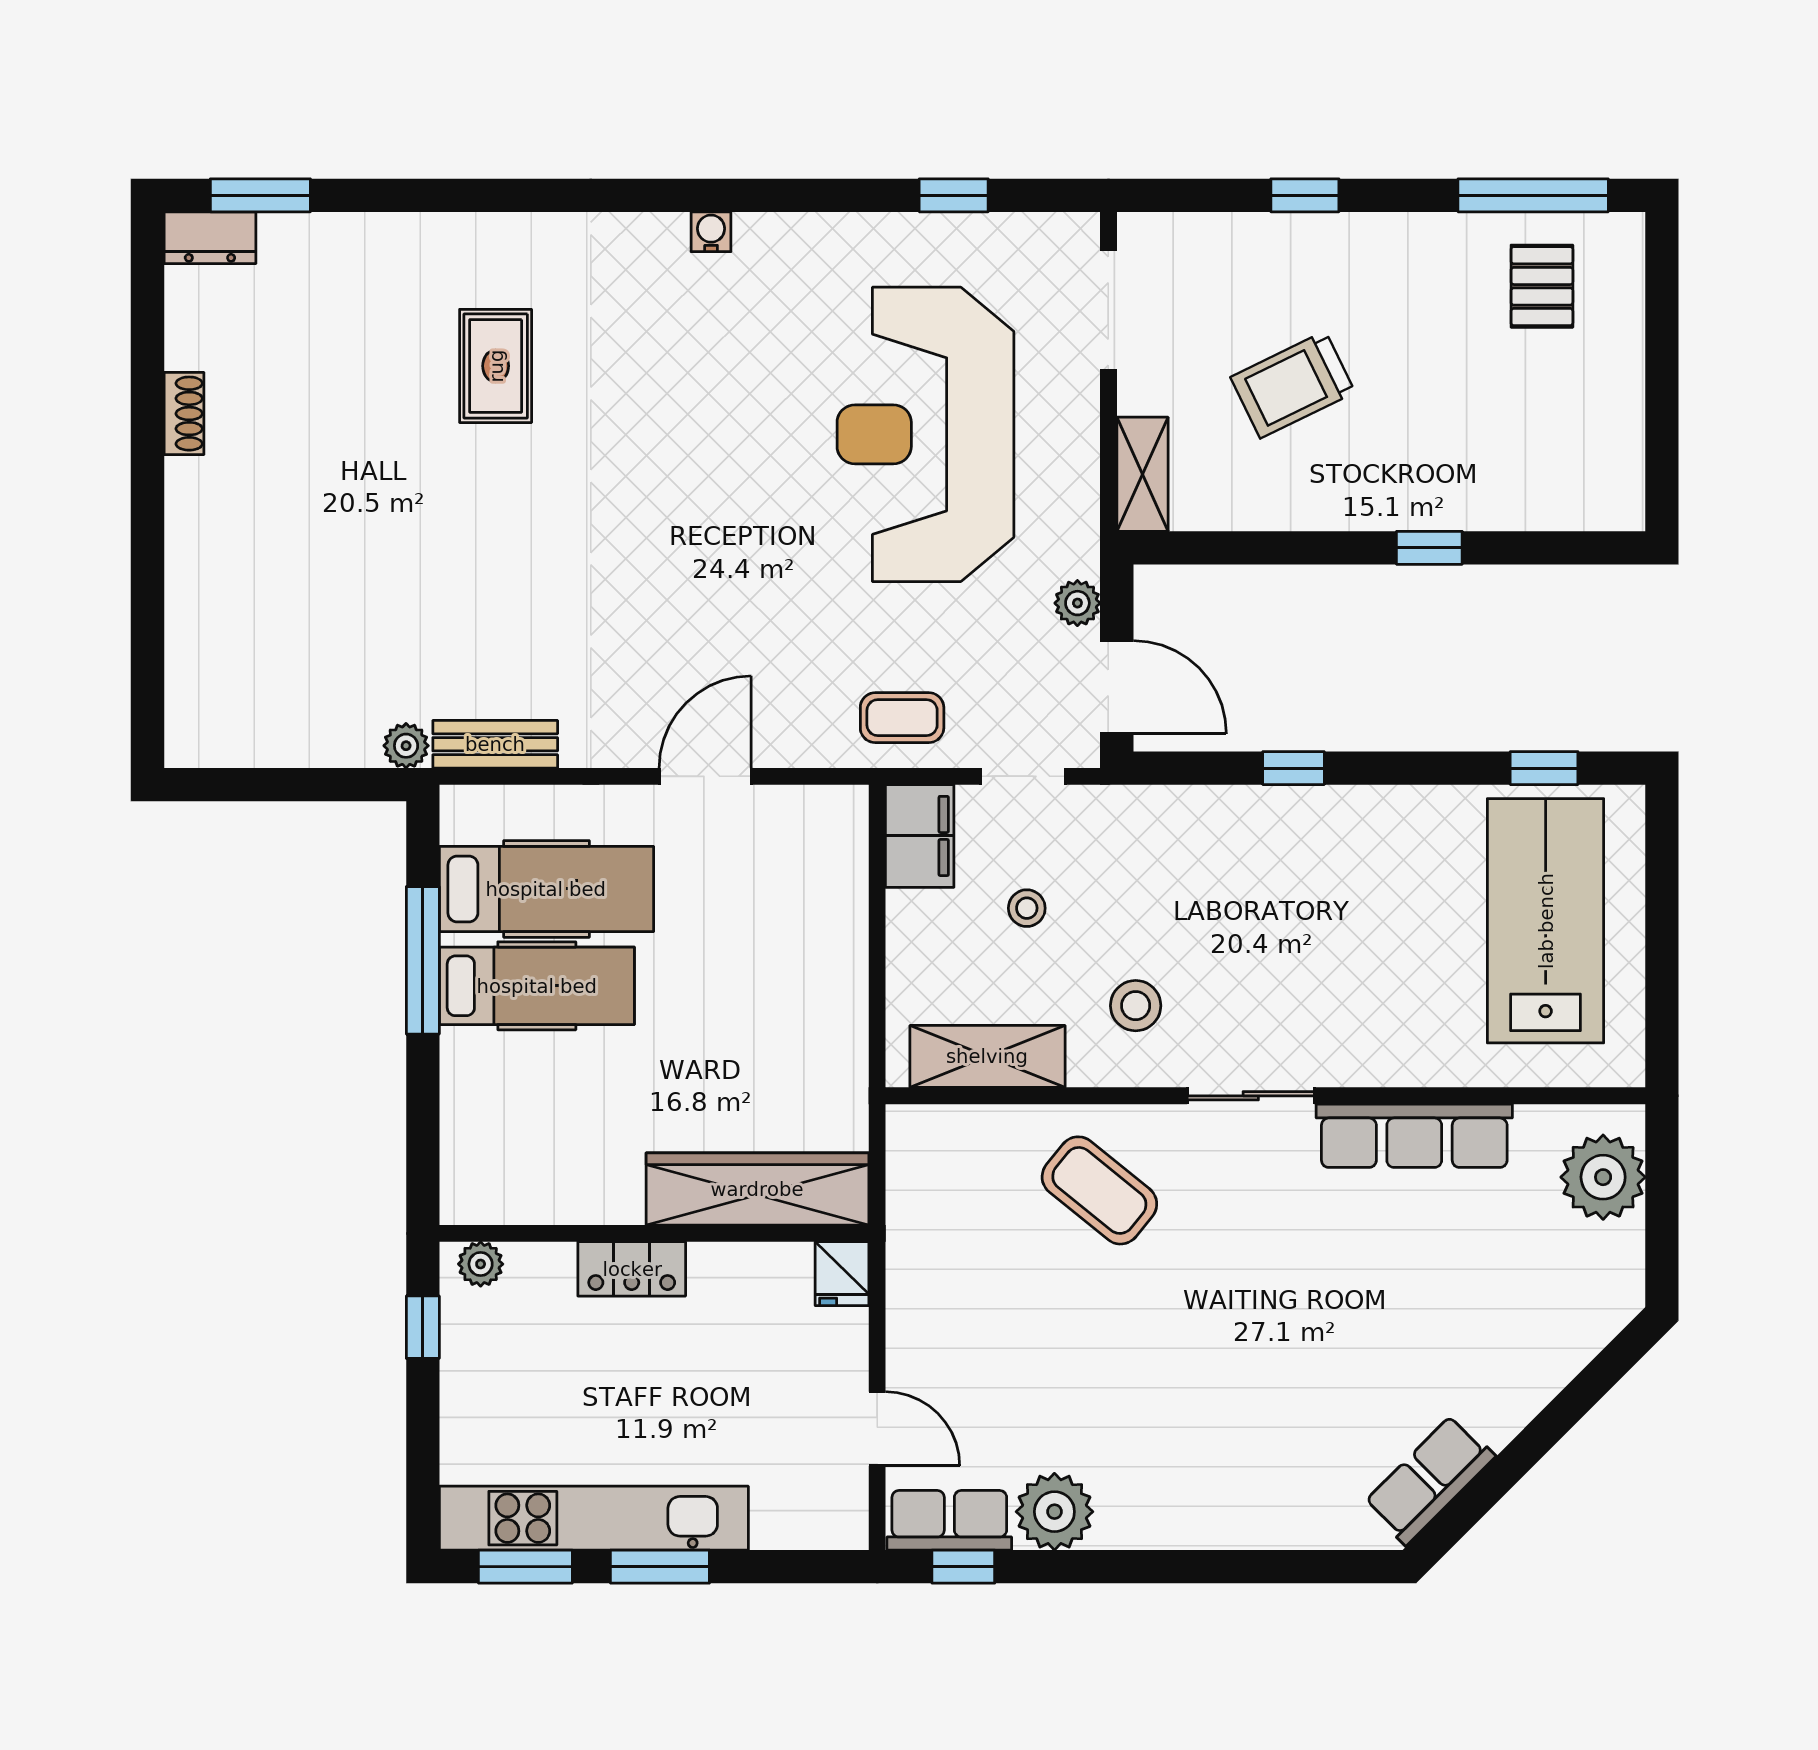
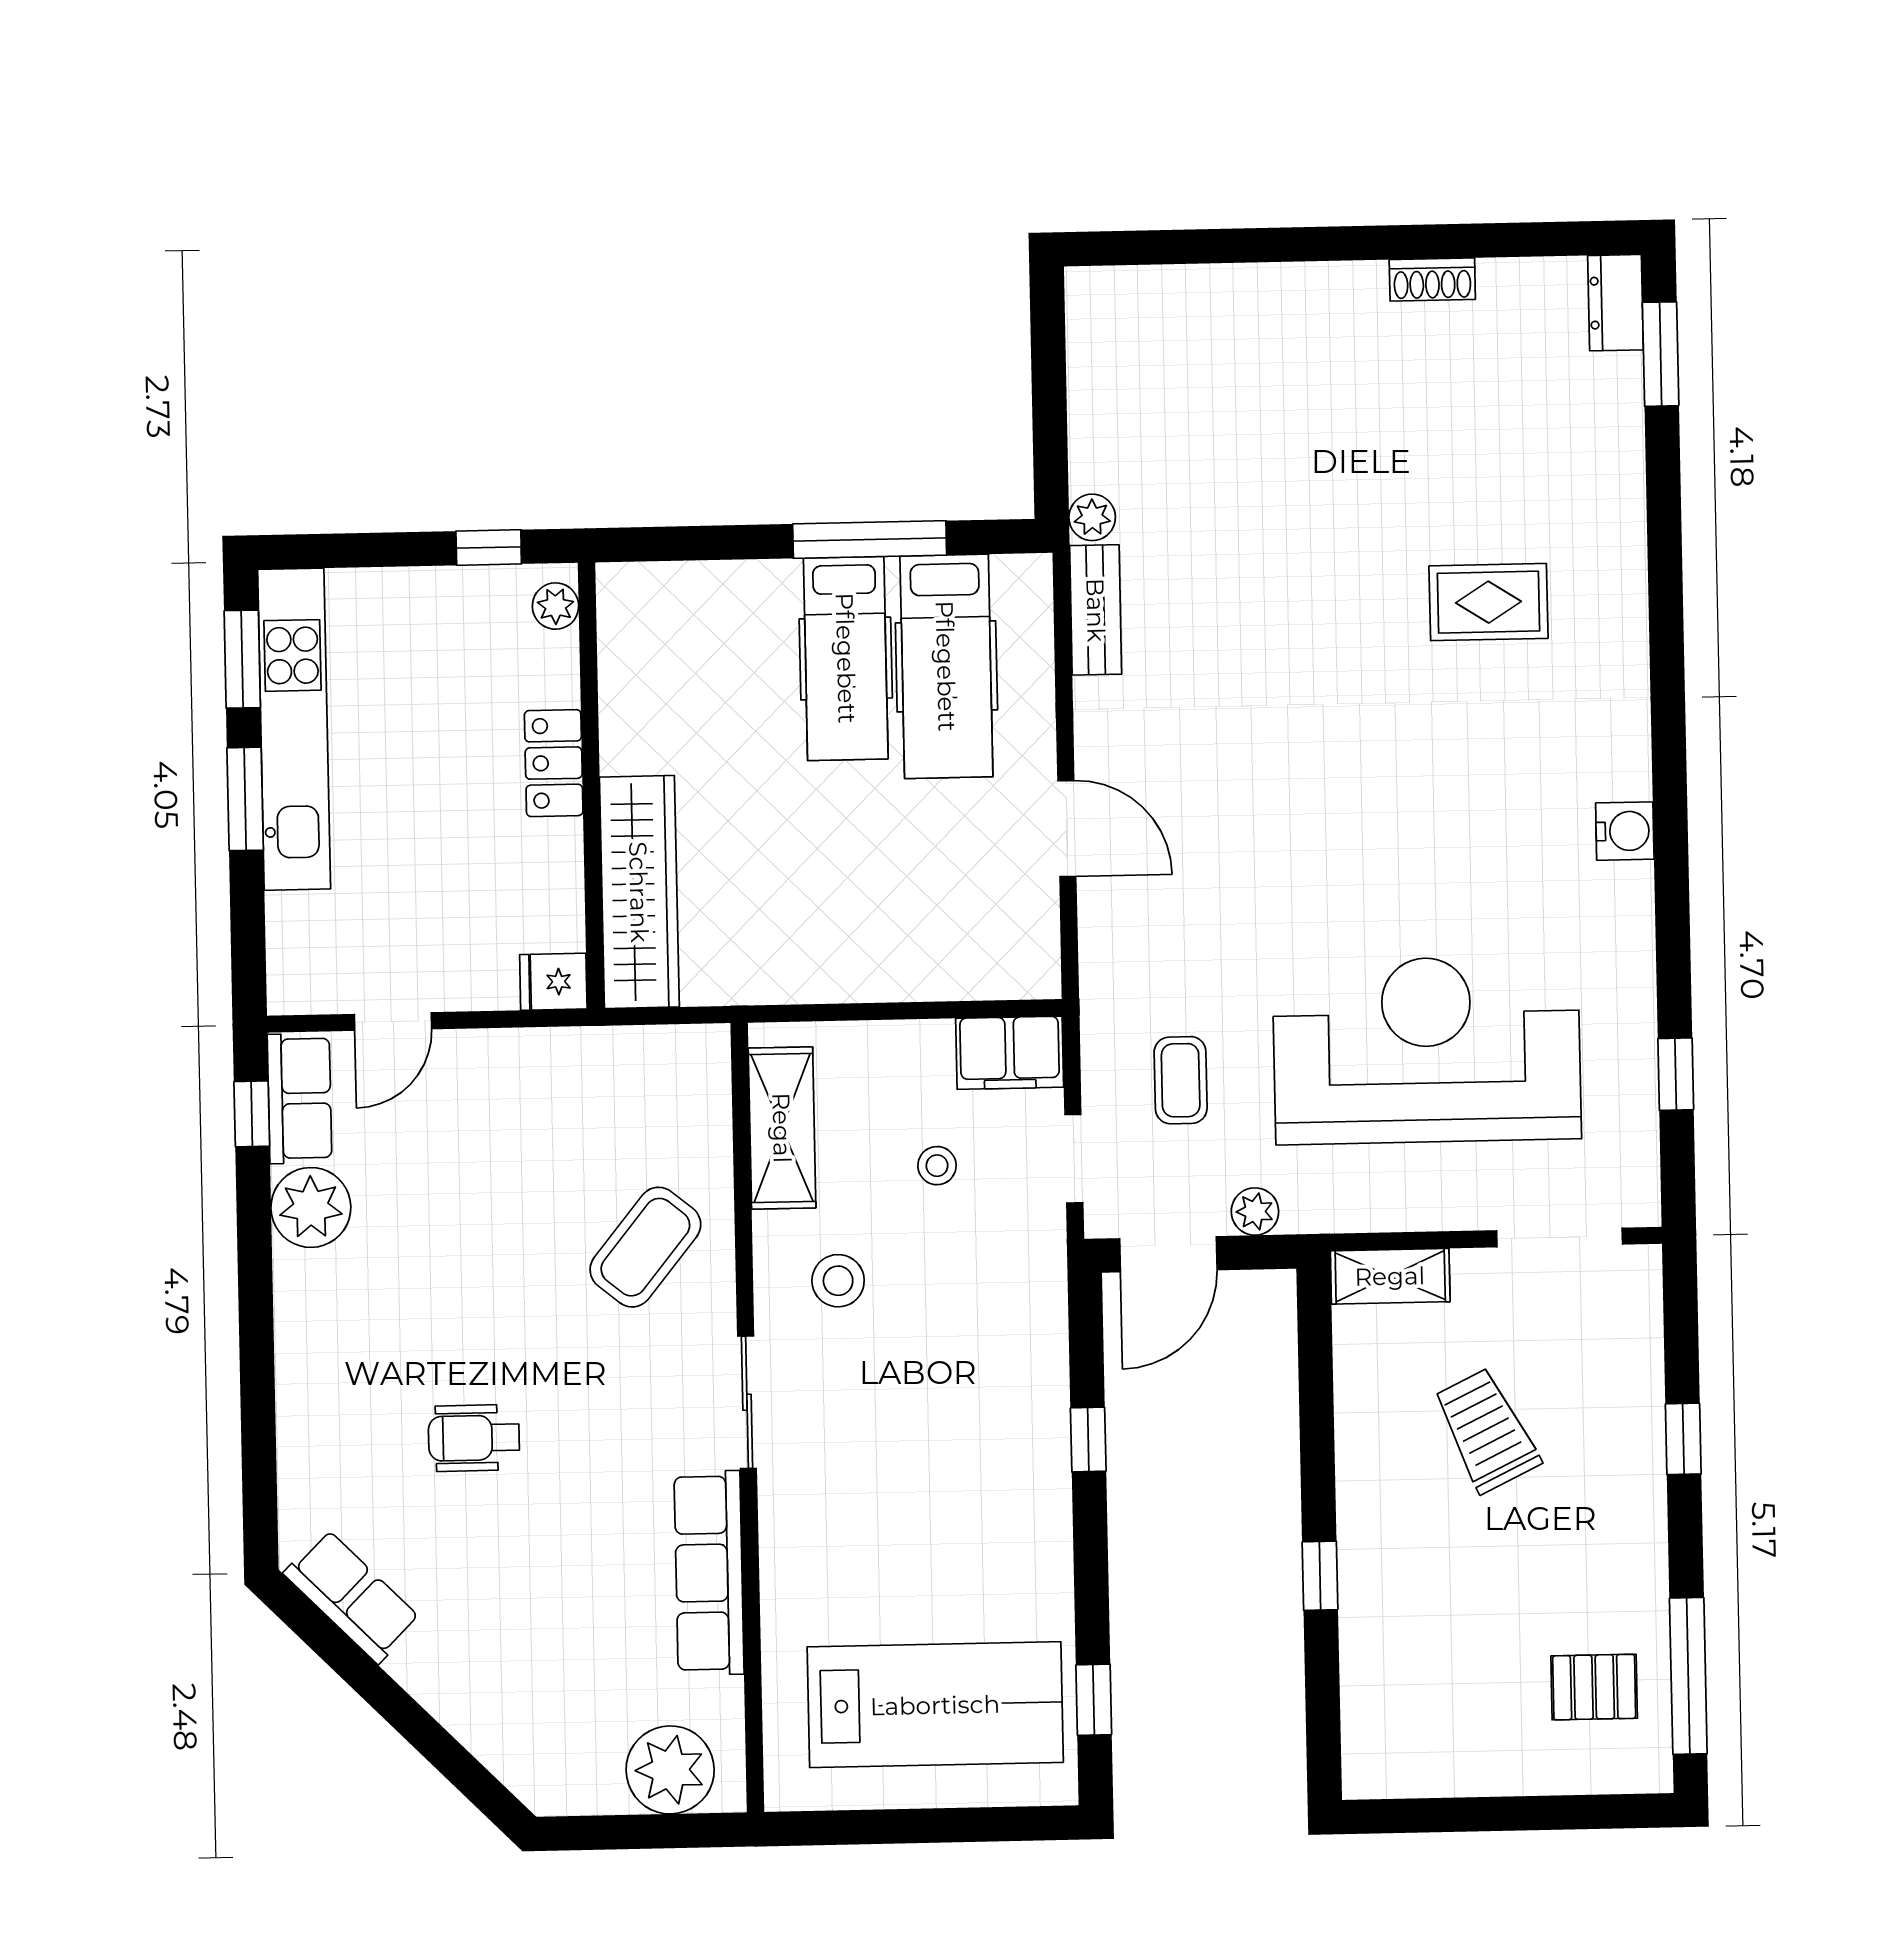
water cooler: (711, 232) -> (1625, 831), width x1.38, depth x1.38
coffee table: (902, 718) -> (1181, 1080), moved
wheelchair: (1280, 1359) -> (474, 1438), added

